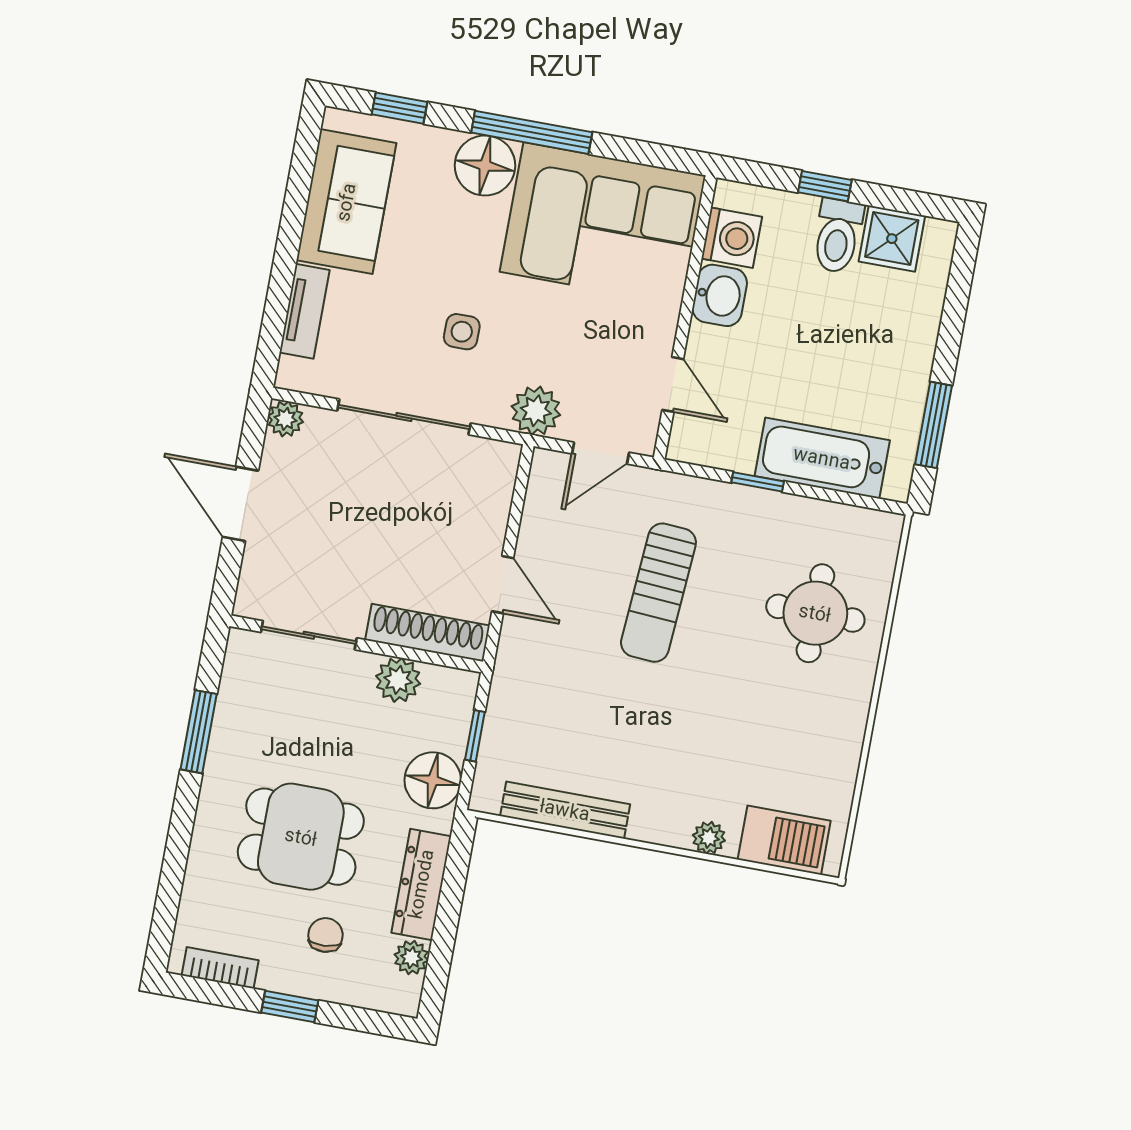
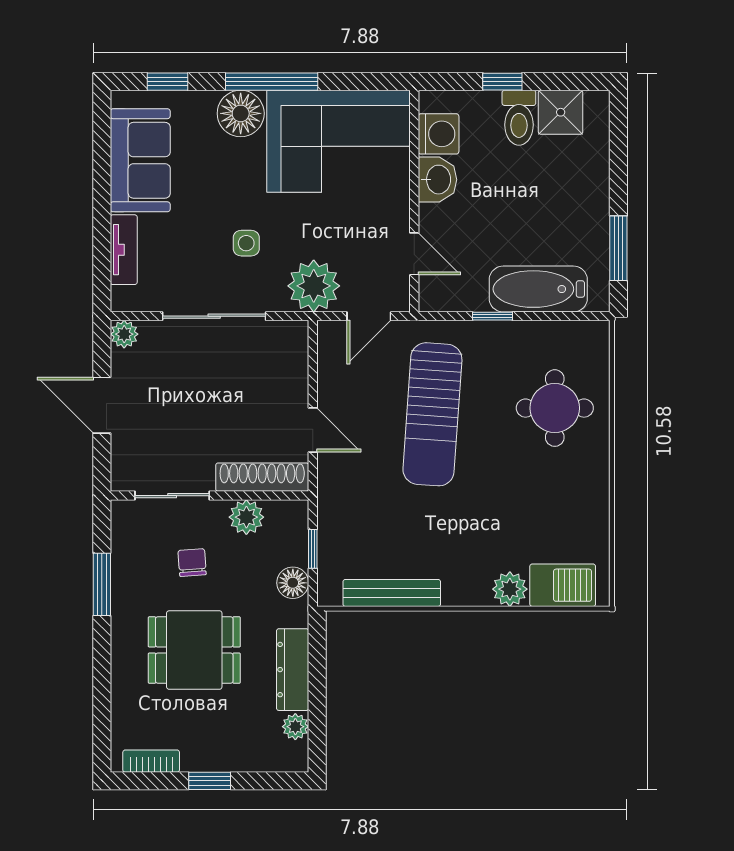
plant: (536, 411) -> (314, 286), width x1.36, depth x1.36
sun lounger: (658, 593) -> (432, 414), width x1.36, depth x1.34
floor lamp: (433, 780) -> (293, 583), width x0.73, depth x0.73
plant: (709, 838) -> (510, 589), width x1.38, depth x1.38
chair: (325, 935) -> (192, 563), moved

